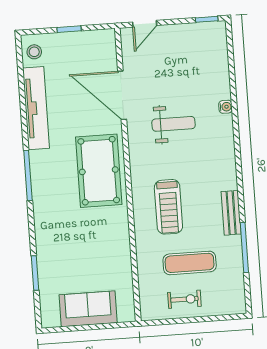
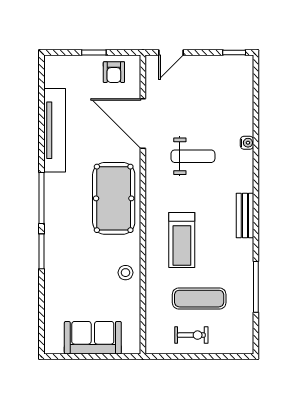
armchair: (90, 47) -> (114, 72), added
stool: (34, 52) -> (126, 273), moved
bench: (231, 213) -> (245, 215), moved
window: (35, 273) -> (42, 251), moved

